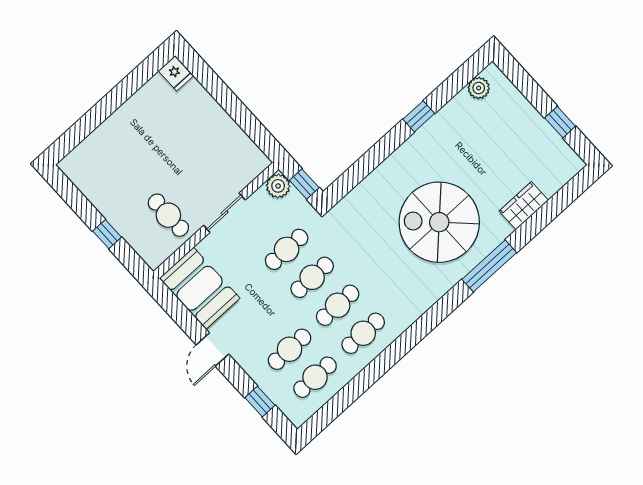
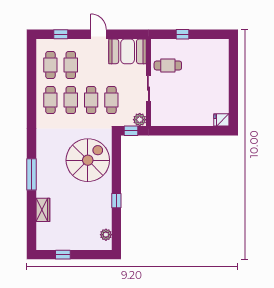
spiral stairs: (439, 222) -> (88, 160), moved

